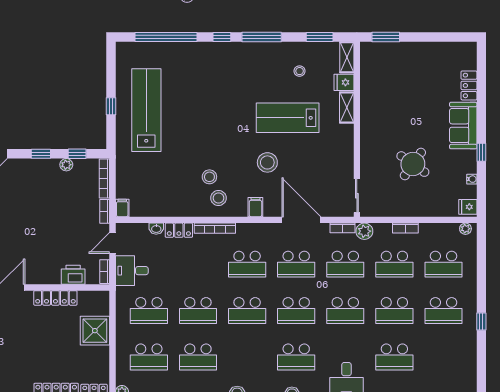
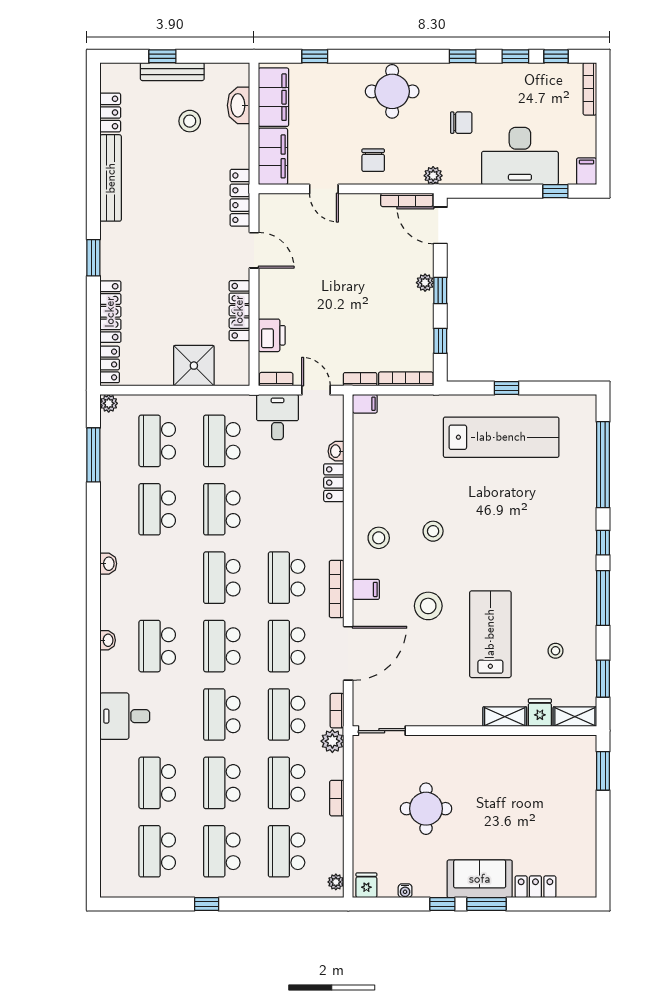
window: (481, 121) -> (487, 904), added
round table: (413, 164) -> (426, 809), turned -35
plant: (66, 165) -> (425, 283), moved
stool: (209, 177) -> (433, 531), moved
bookcase: (215, 228) -> (337, 589), moved
school desk: (443, 357) -> (157, 851), added

